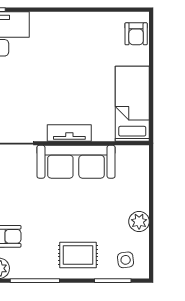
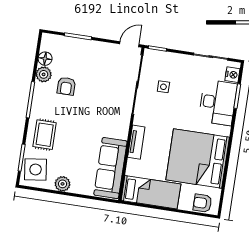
bed: (79, 49) -> (198, 158), added
sofa: (76, 162) -> (110, 168), moved
side table: (126, 260) -> (36, 169), width x1.87, depth x1.87

